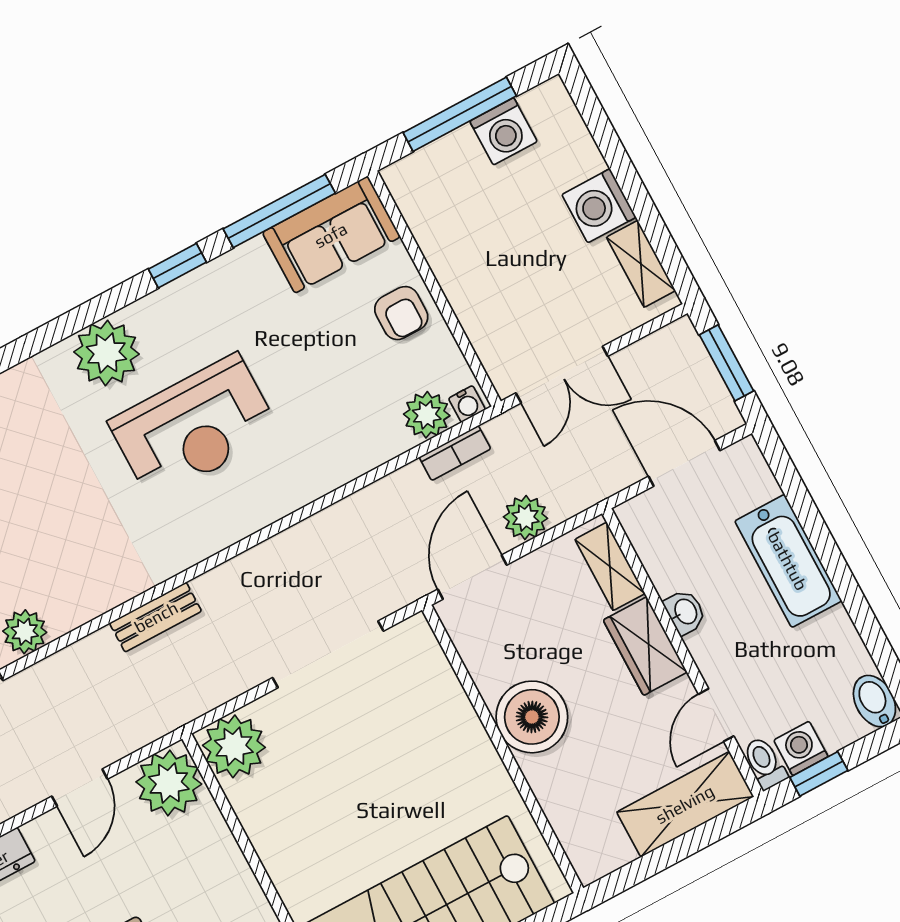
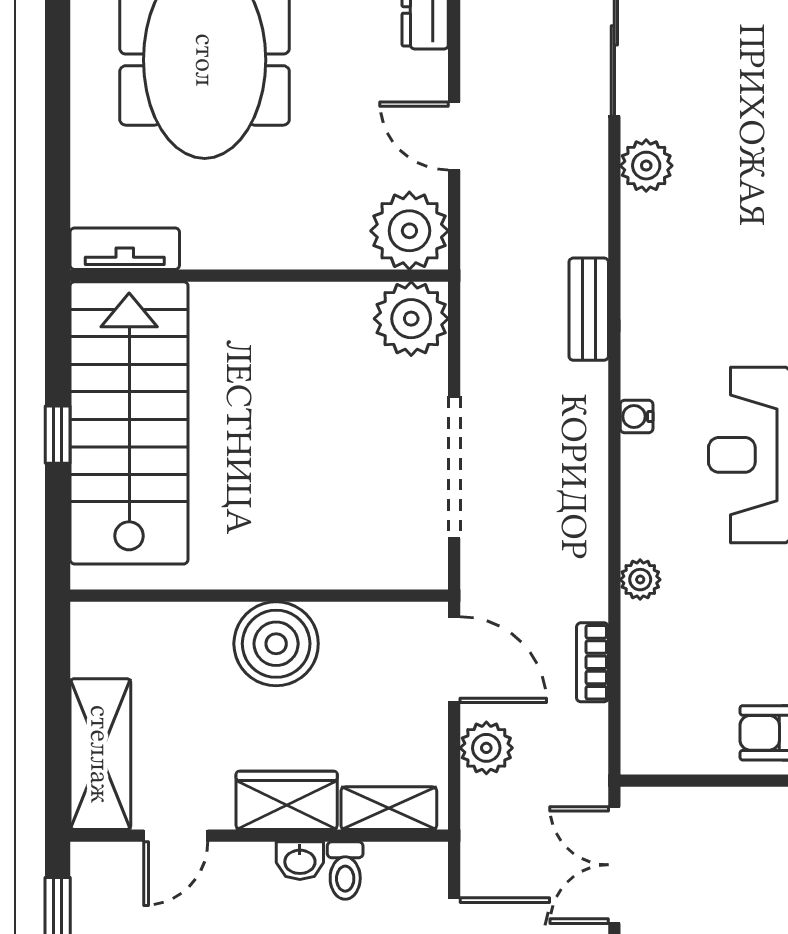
water cooler: (467, 404) -> (637, 416), moved
plant: (427, 415) -> (640, 580), moved, width x0.73, depth x0.73
bookcase: (455, 453) -> (592, 662), moved
door: (716, 715) -> (176, 836), swing flipped
washing machine: (801, 748) -> (94, 905), removed
toilet: (765, 763) -> (345, 871), moved, turned 90

